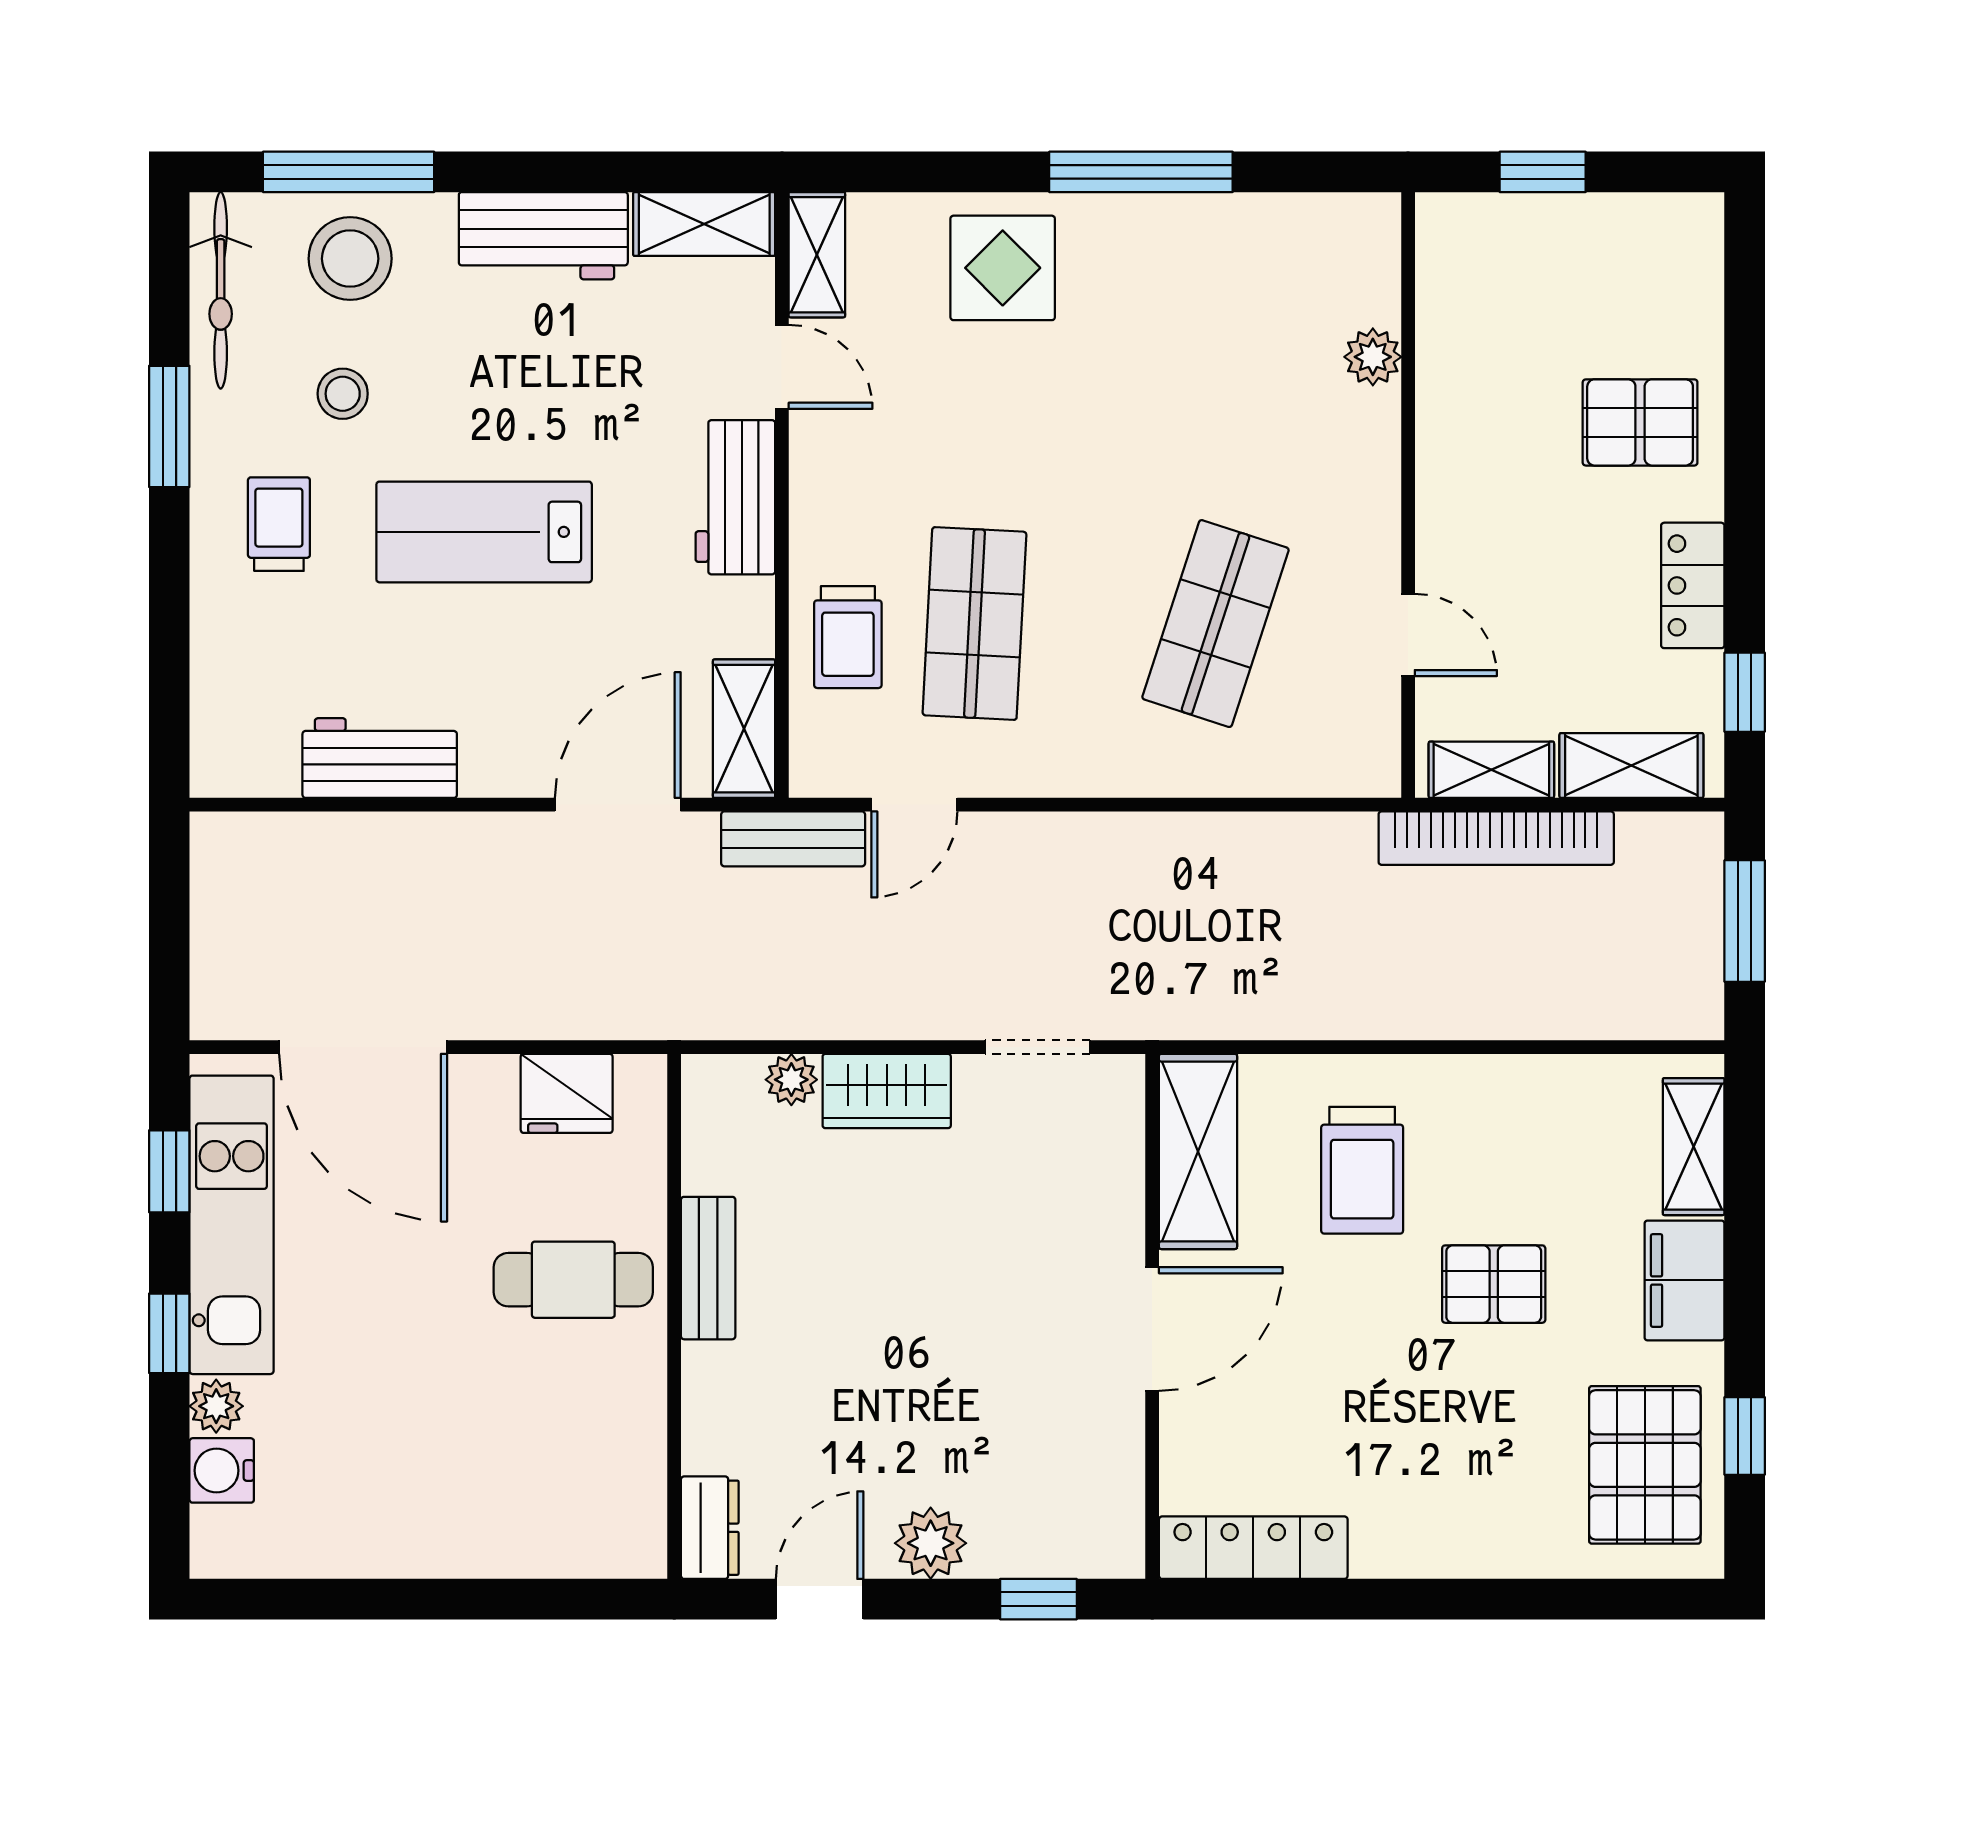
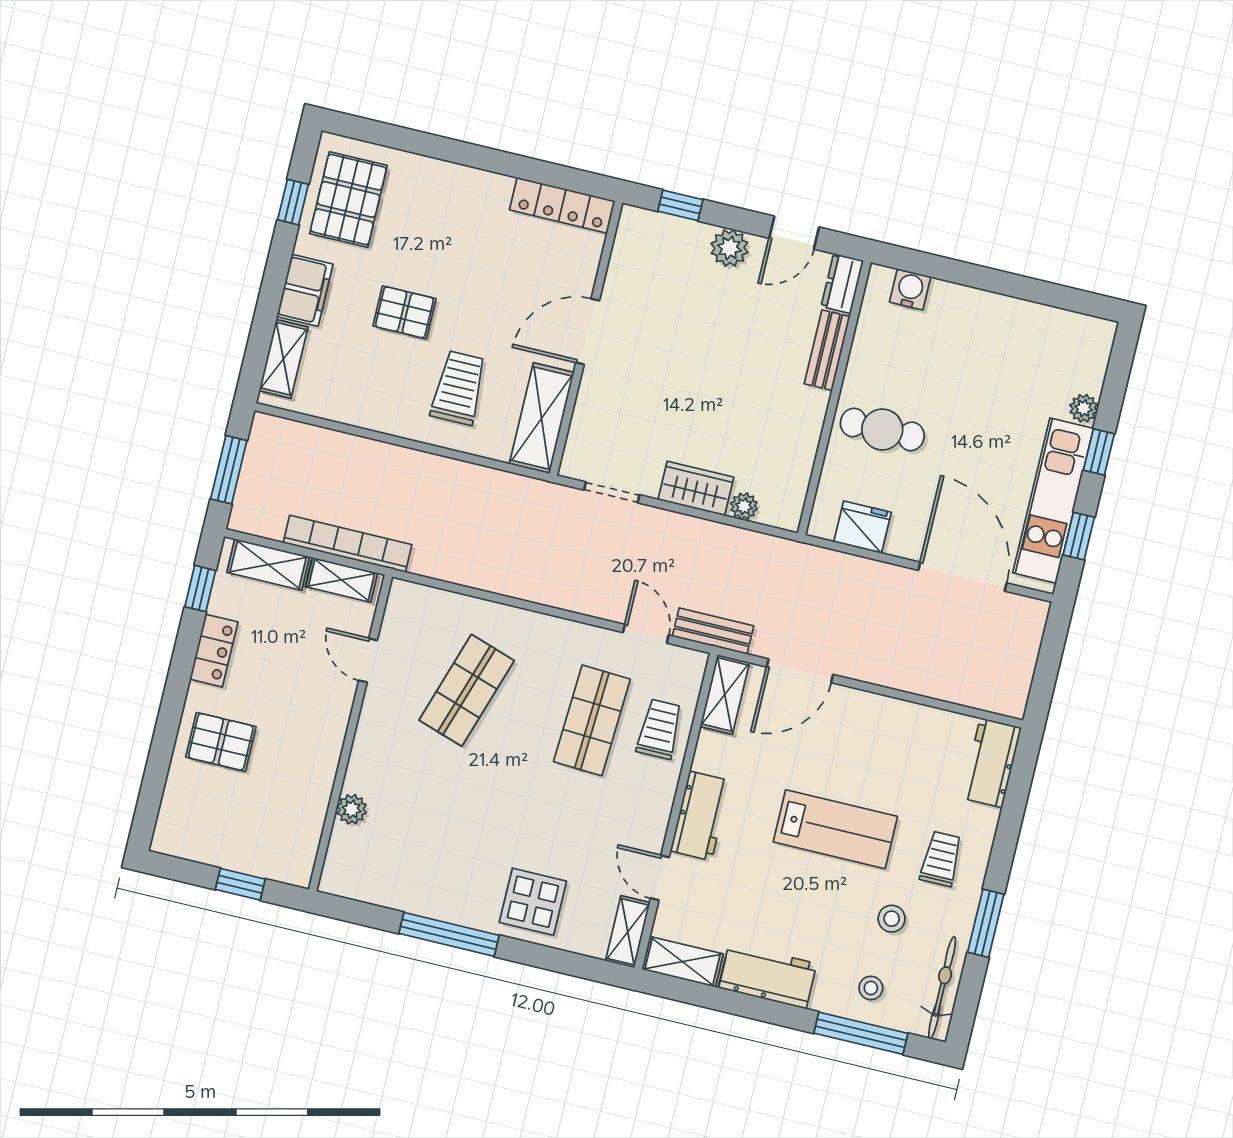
stool: (350, 259) -> (871, 988), width x0.53, depth x0.53
trolley: (279, 524) -> (941, 859), turned 180
workbench: (380, 758) -> (991, 763), moved, turned 90
door: (914, 805) -> (646, 634), hinge flipped
bench: (708, 1268) -> (827, 350), moved
water cooler: (222, 1470) -> (910, 289), moved, turned -90

